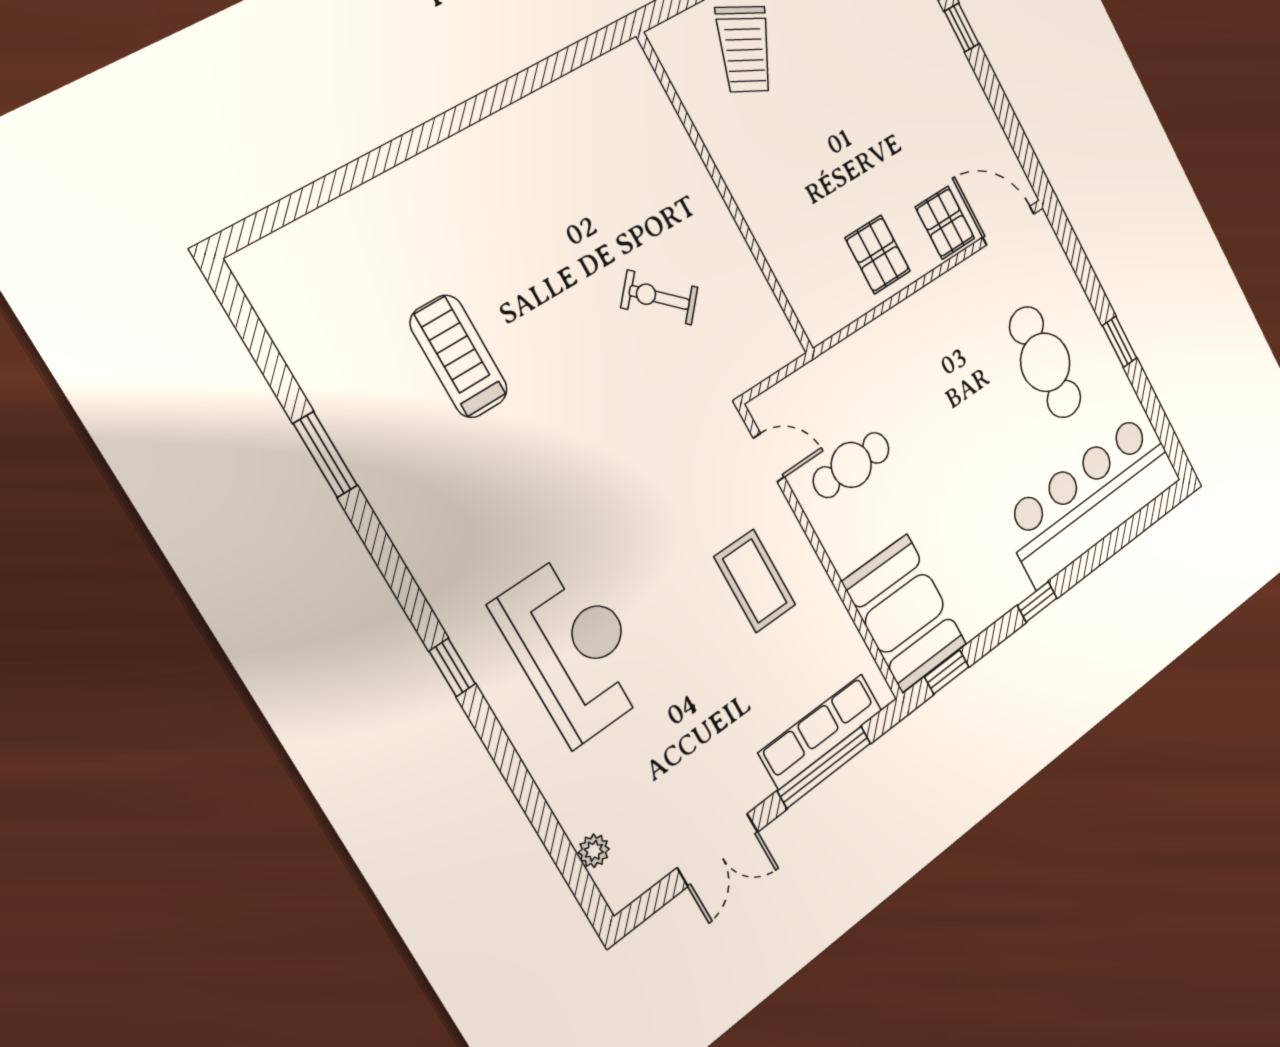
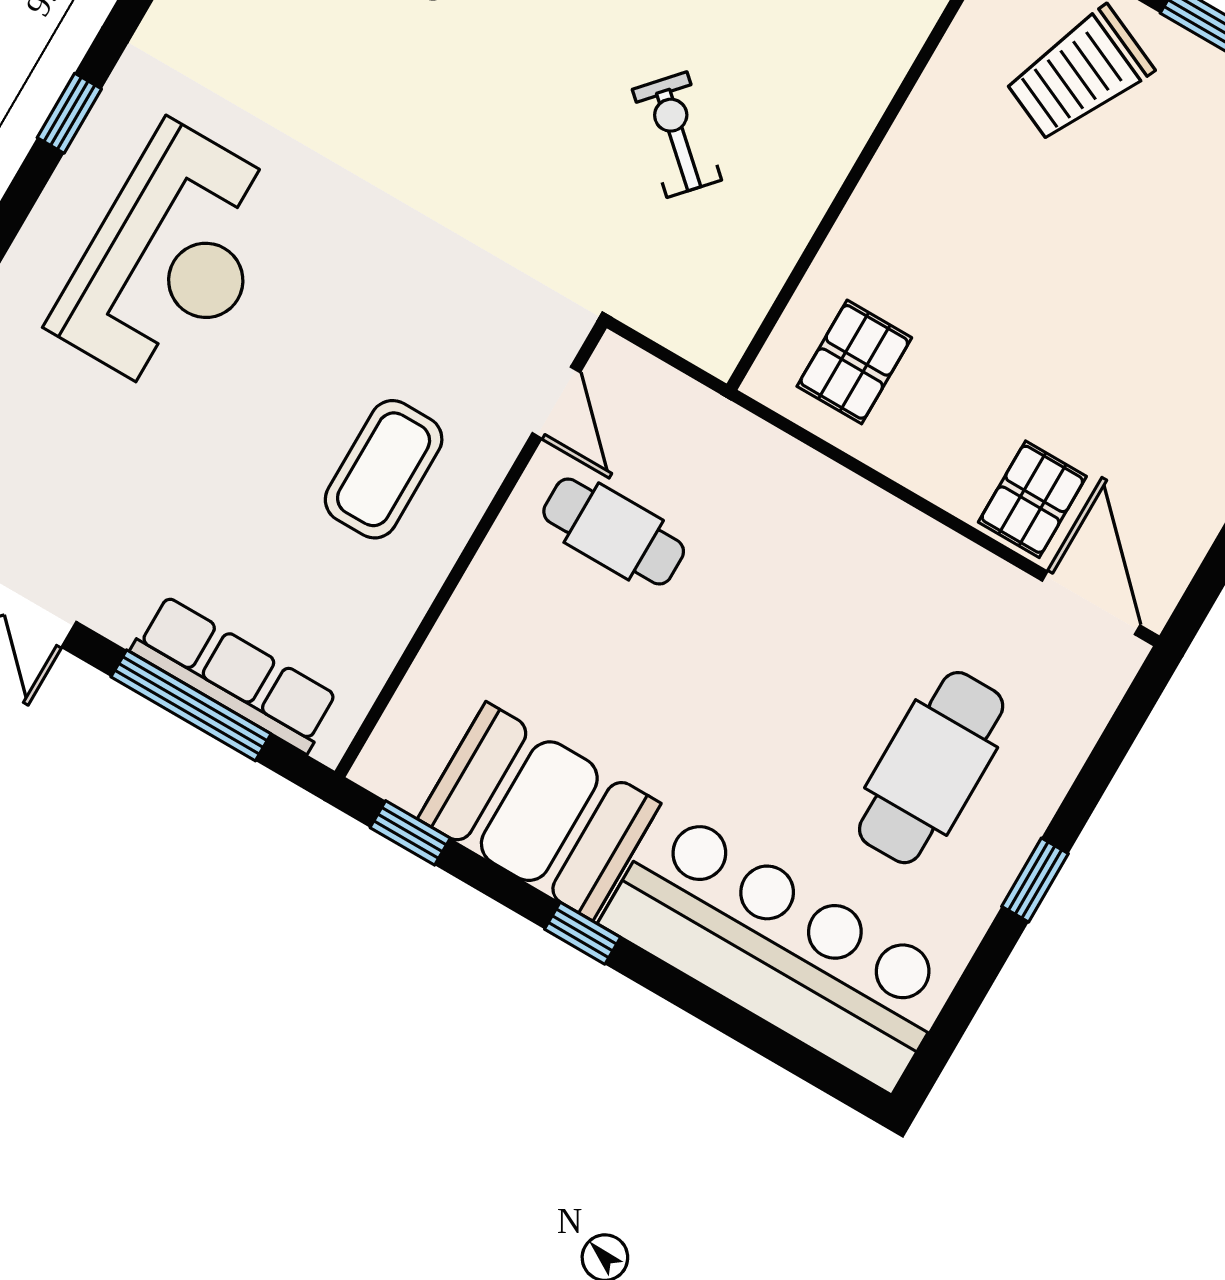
pallet: (878, 255) -> (854, 362), moved
booth: (904, 613) -> (539, 811), moved, turned 90

